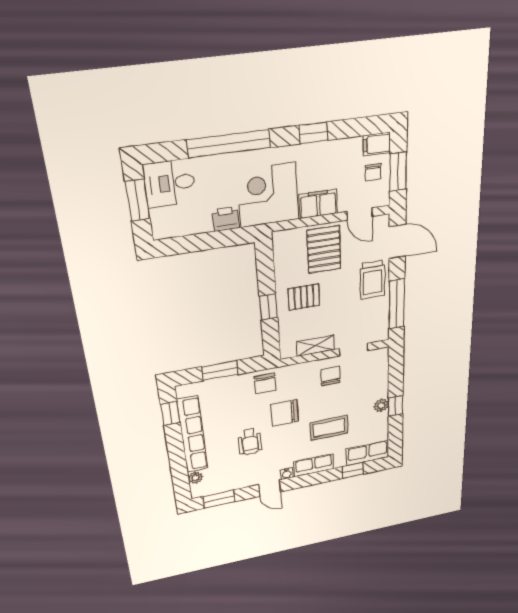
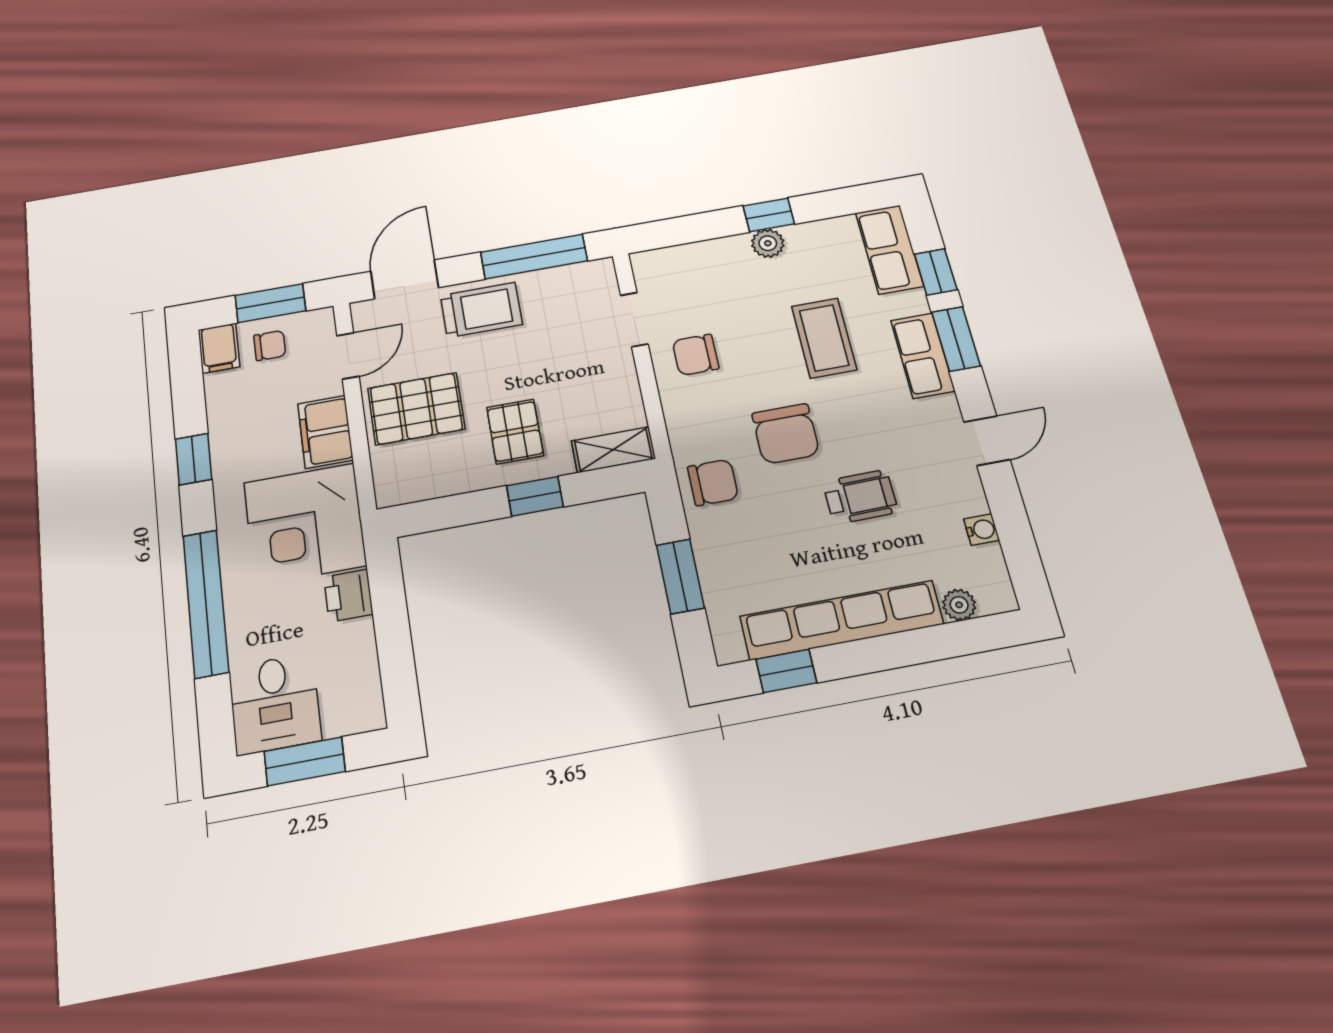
shelving: (316, 346) -> (613, 450), moved, turned 90
water cooler: (287, 474) -> (982, 530), moved
window: (219, 499) -> (956, 339), moved

